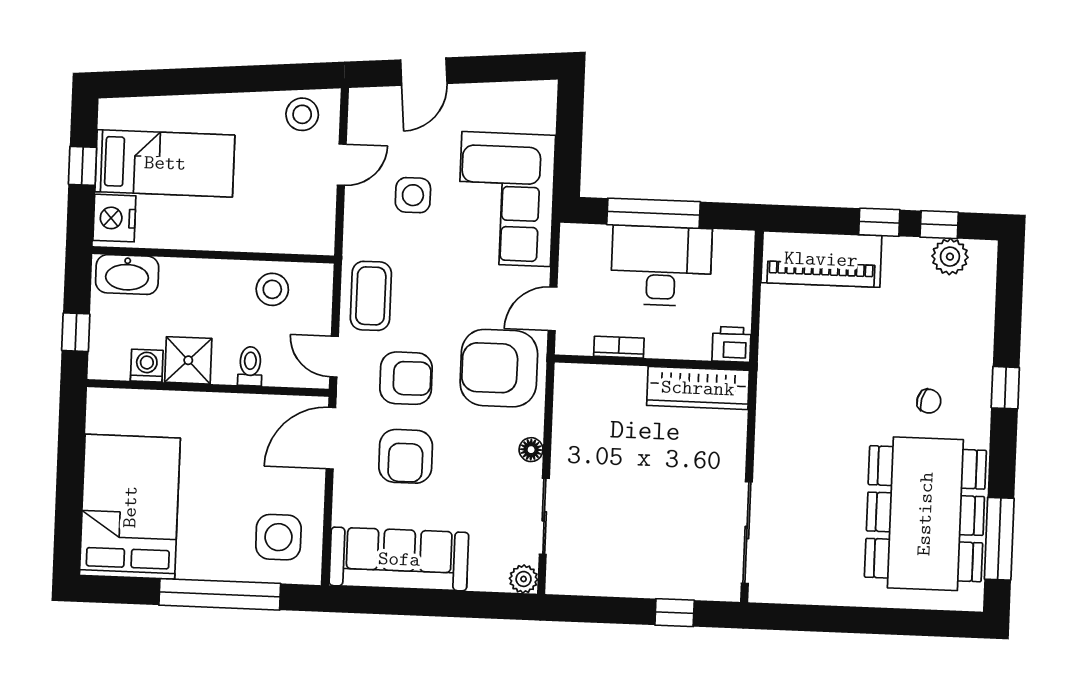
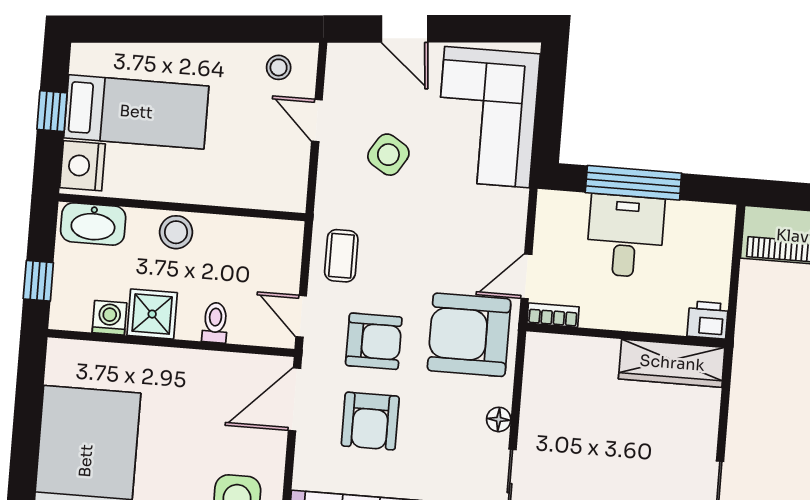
door: (424, 72) -> (405, 29), hinge flipped
stool: (302, 114) -> (279, 67), width x0.73, depth x0.73
door: (342, 165) -> (317, 121), swing flipped
side table: (413, 195) -> (388, 155), turned 32
corner sofa: (506, 199) -> (487, 117), moved
desk: (661, 266) -> (625, 236), width x0.73
stool: (272, 289) -> (176, 232), moved
coffee table: (371, 296) -> (341, 256), width x0.73, depth x0.77
bookcase: (619, 347) -> (553, 315), moved

